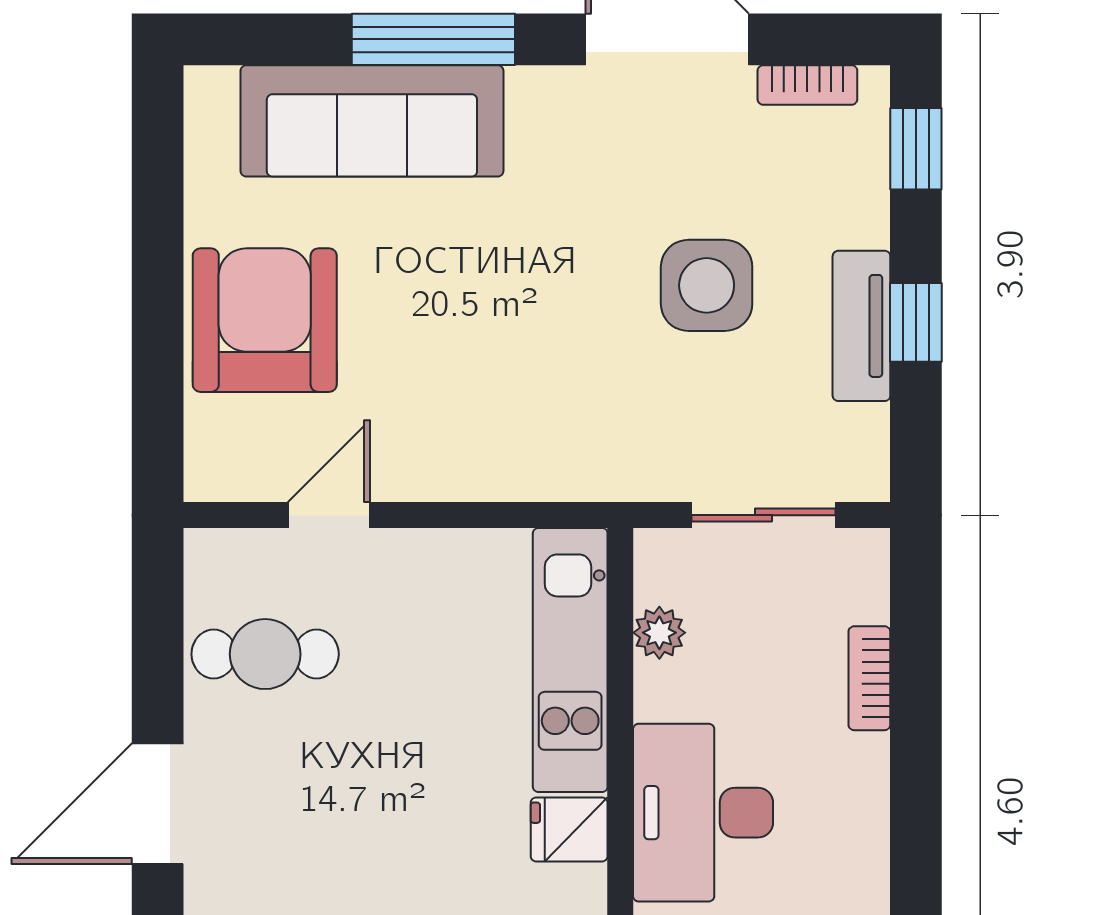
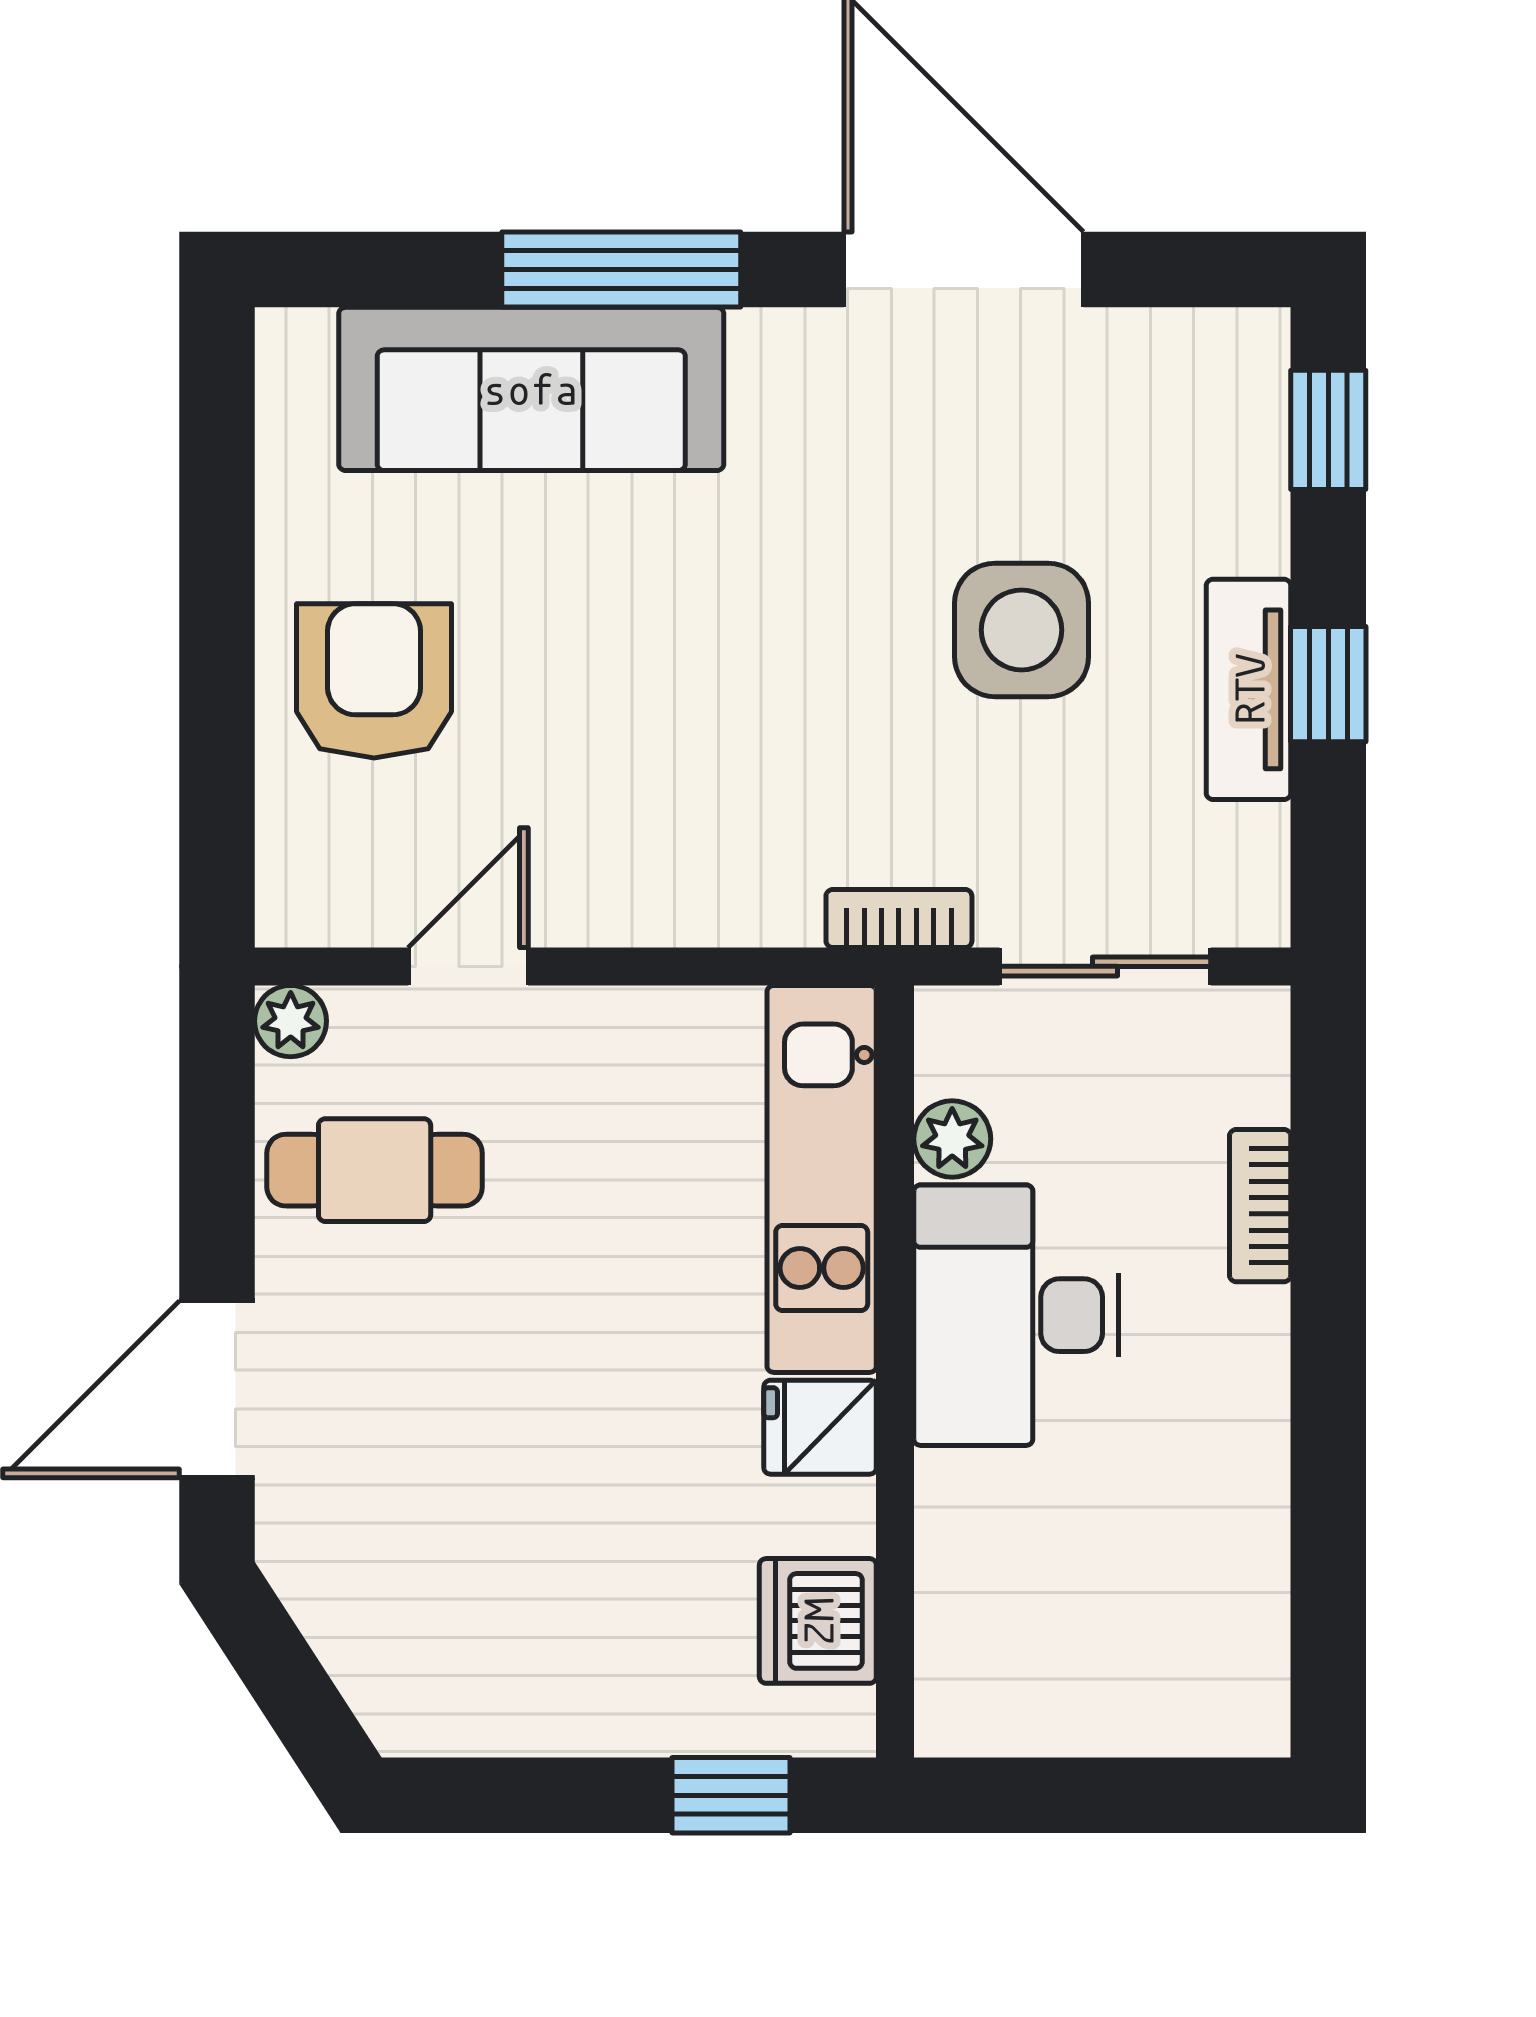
bookcase: (807, 85) -> (899, 918), moved, turned 180
armchair: (265, 320) -> (374, 681), width x0.73, depth x0.73
plant: (208, 552) -> (291, 1021), added
desk: (703, 813) -> (1016, 1315), moved

